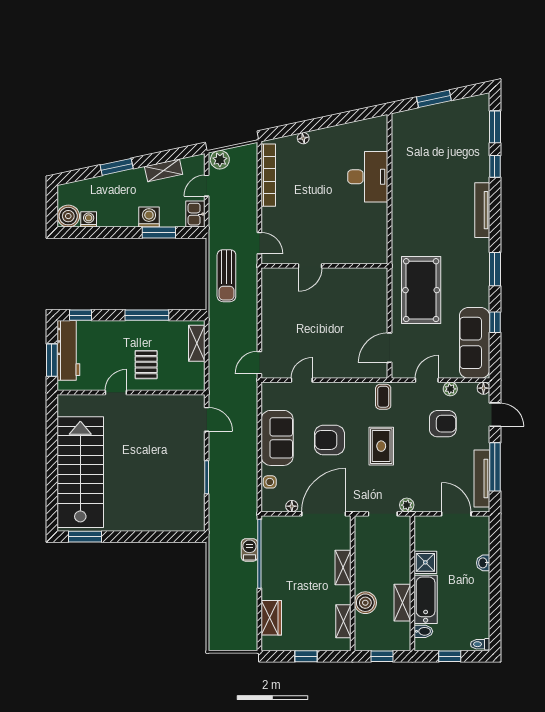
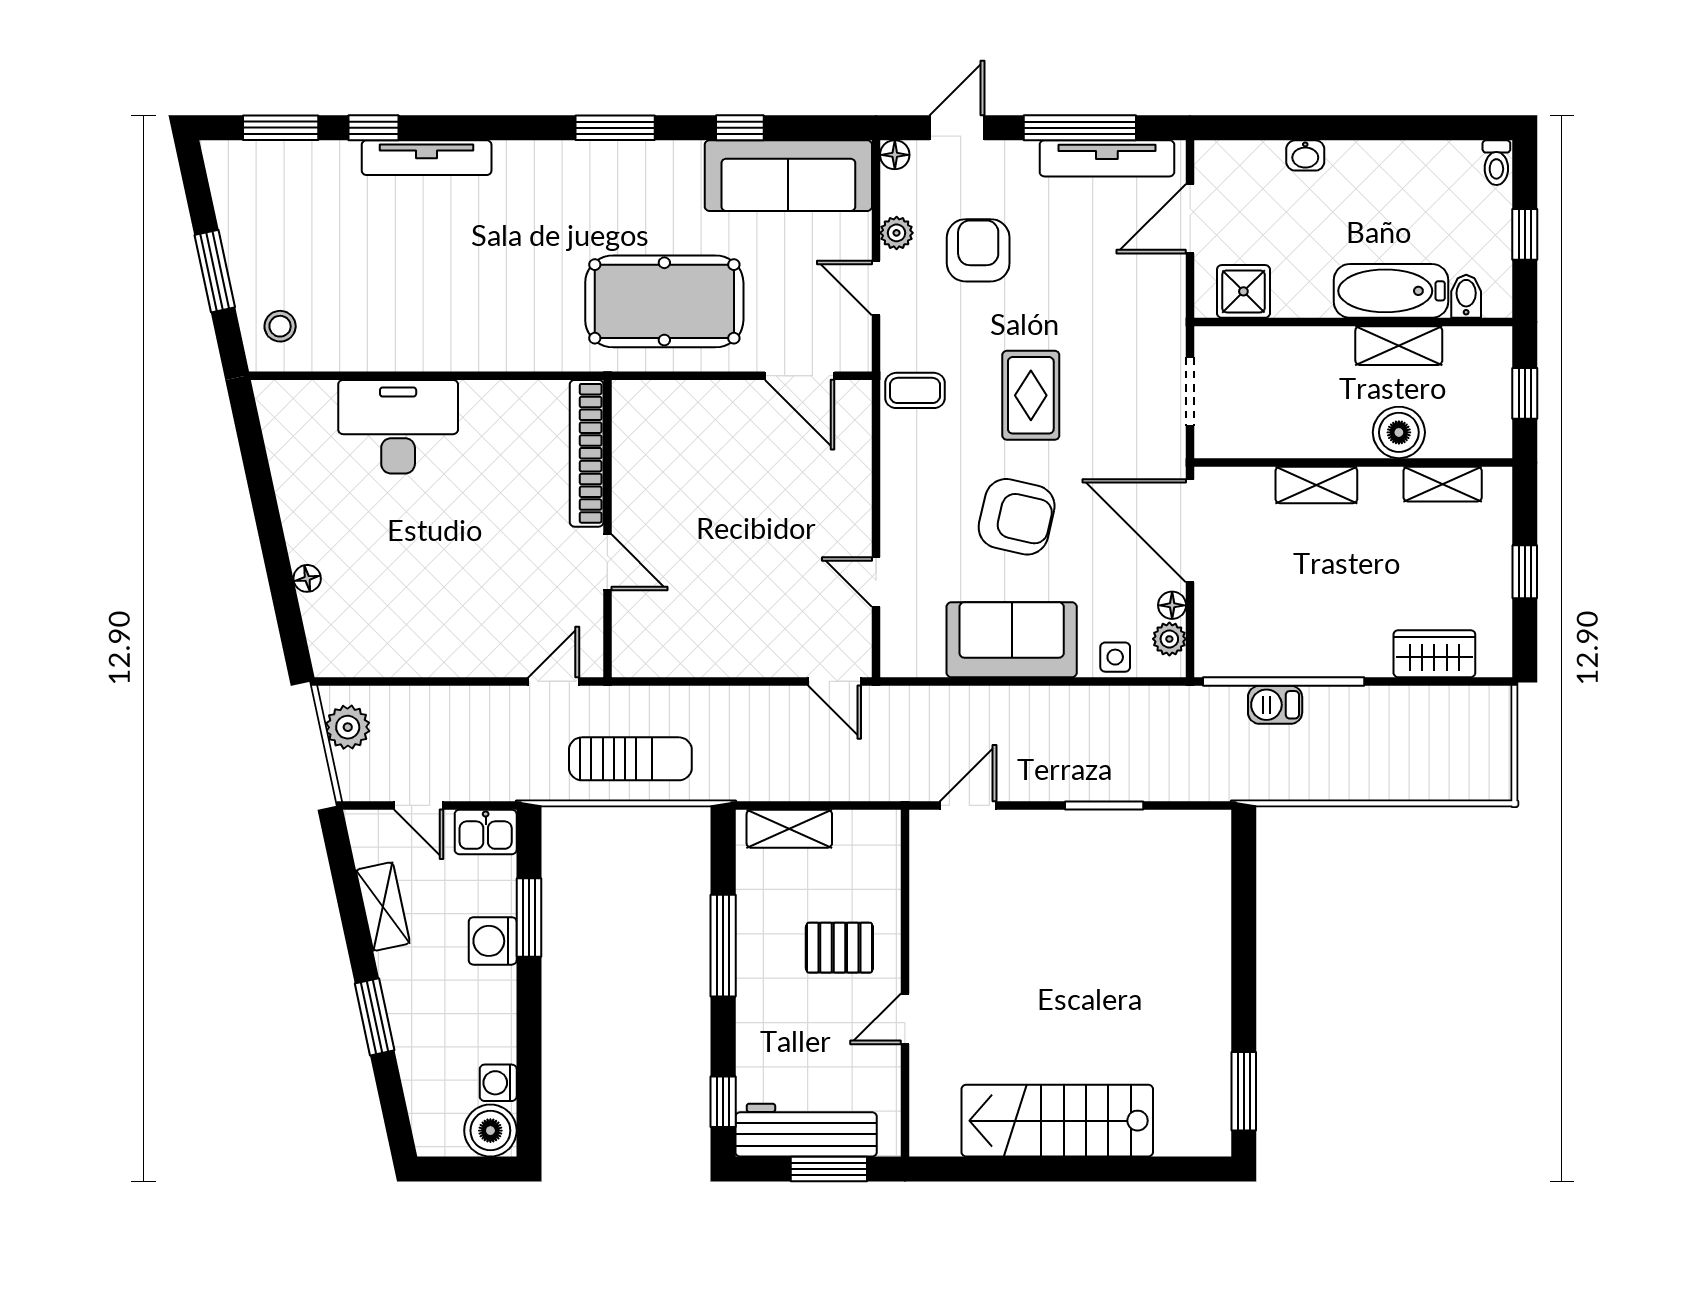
stool: (411, 127) -> (280, 326), added
plant: (220, 160) -> (348, 727), moved
bookcase: (268, 175) -> (587, 453), moved, turned -90
tv unit: (482, 210) -> (427, 158), moved
door: (116, 393) -> (905, 1019), hinge flipped
armchair: (329, 440) -> (1017, 517), turned -77
rug: (381, 446) -> (1031, 395), turned 90
stairs: (80, 472) -> (1057, 1121), width x0.73, depth x0.66
plant: (407, 505) -> (1169, 639), moved
shower: (425, 562) -> (1243, 291), moved

